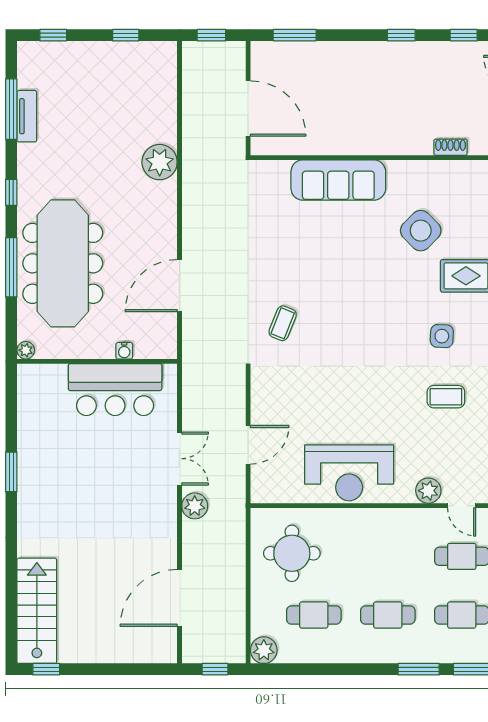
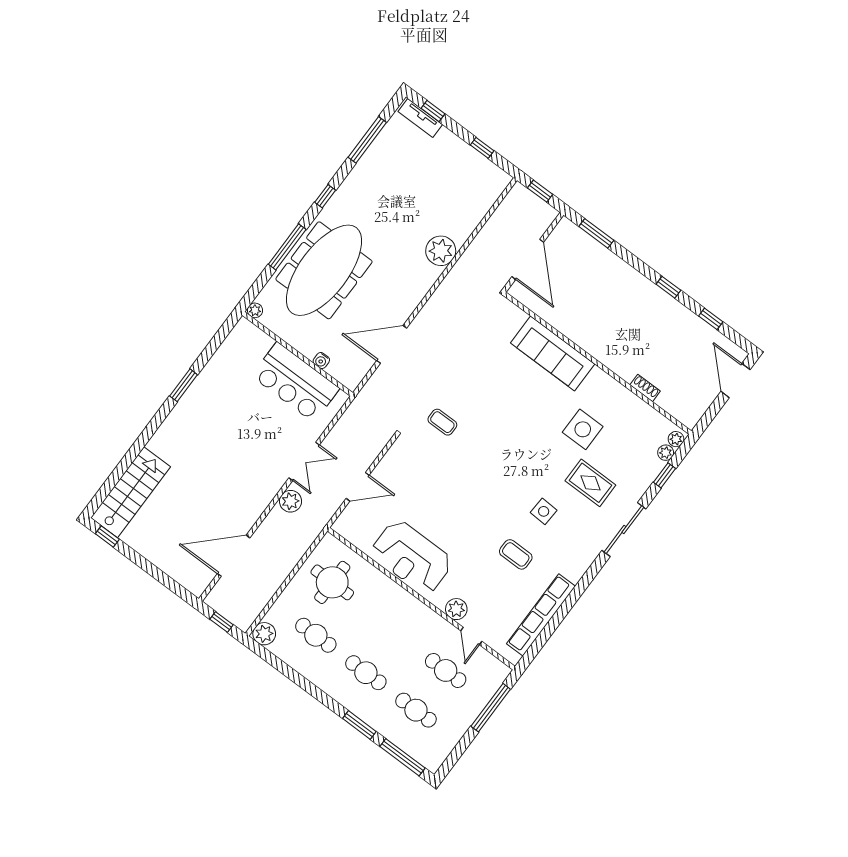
tv unit: (27, 116) -> (420, 118), moved, turned 90
side table: (421, 231) -> (583, 429), turned 45
coffee table: (283, 323) -> (442, 422), turned 68

